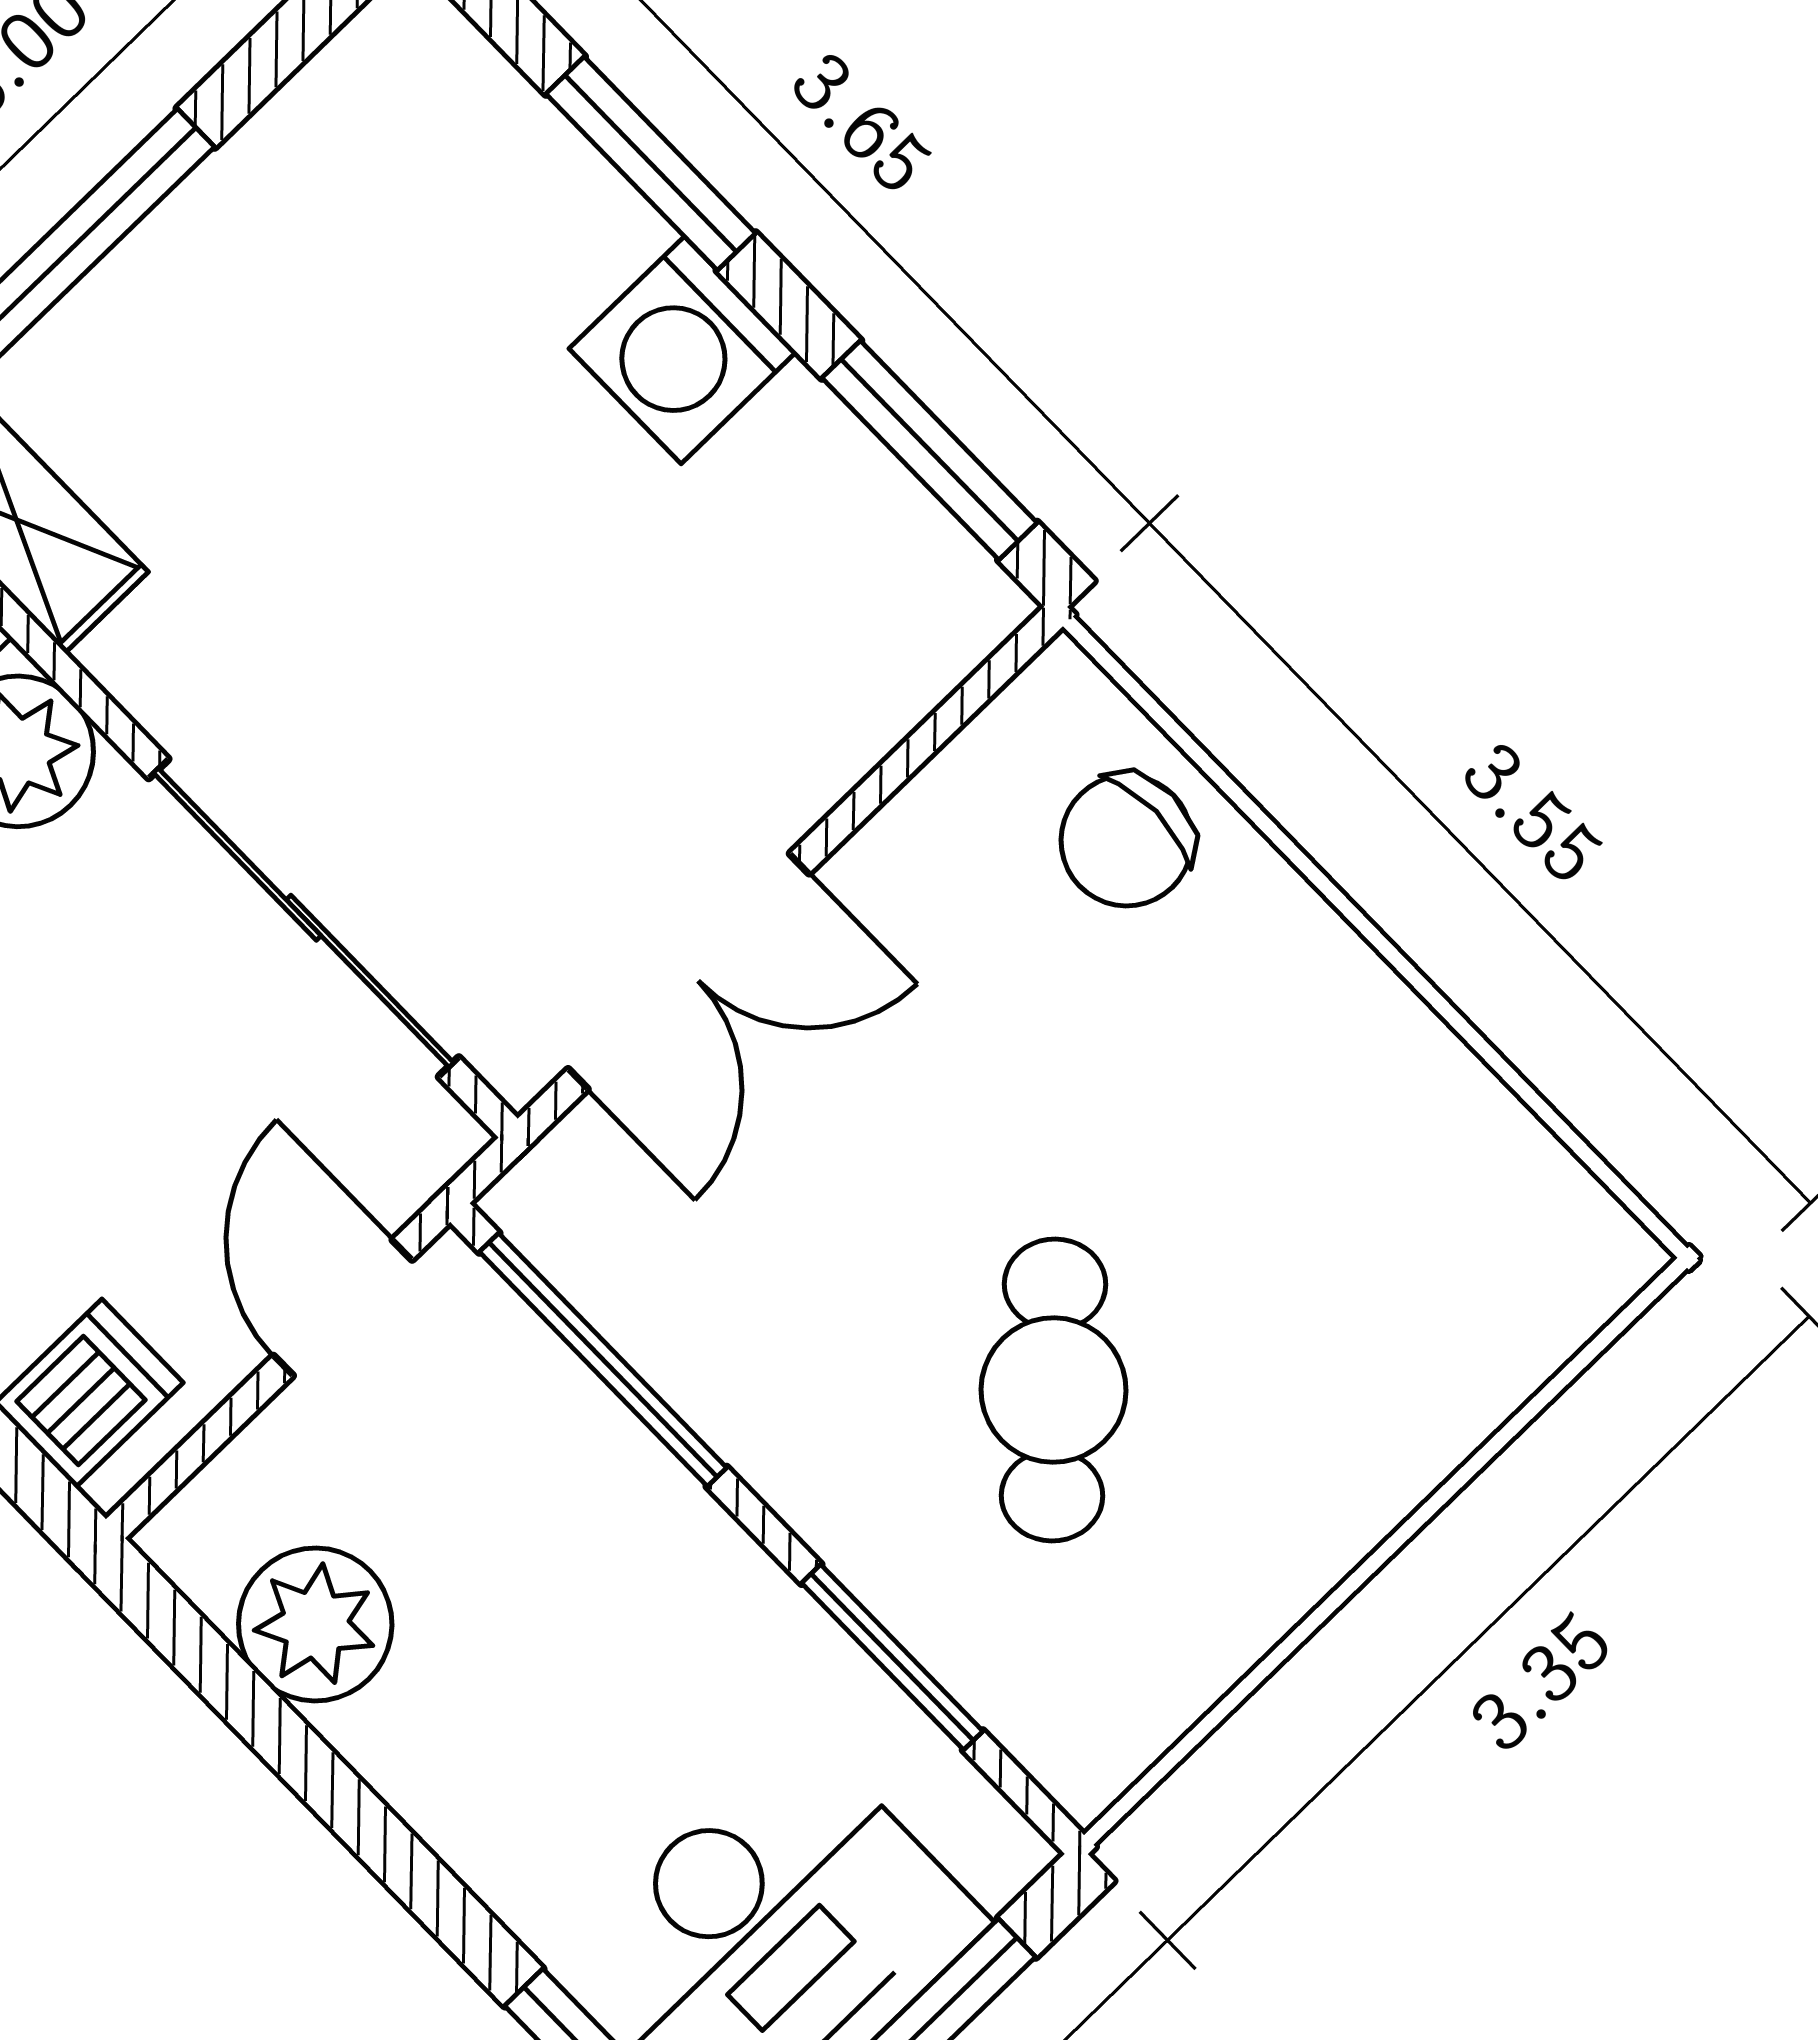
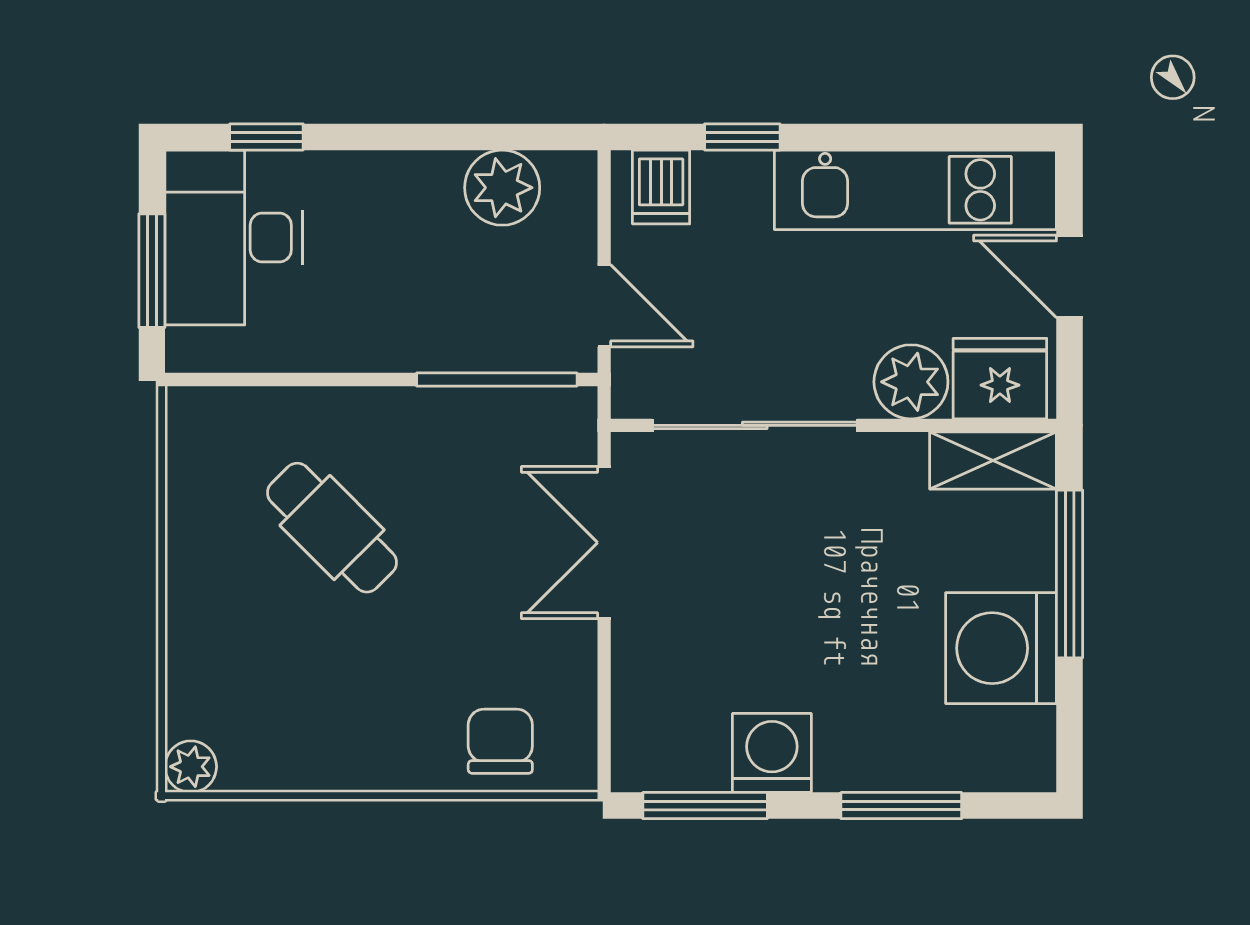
washing machine: (279, 242) -> (1001, 648), added
washing machine: (683, 350) -> (772, 753), moved
plant: (1603, 1257) -> (191, 767), added
window: (892, 1657) -> (293, 379), removed

